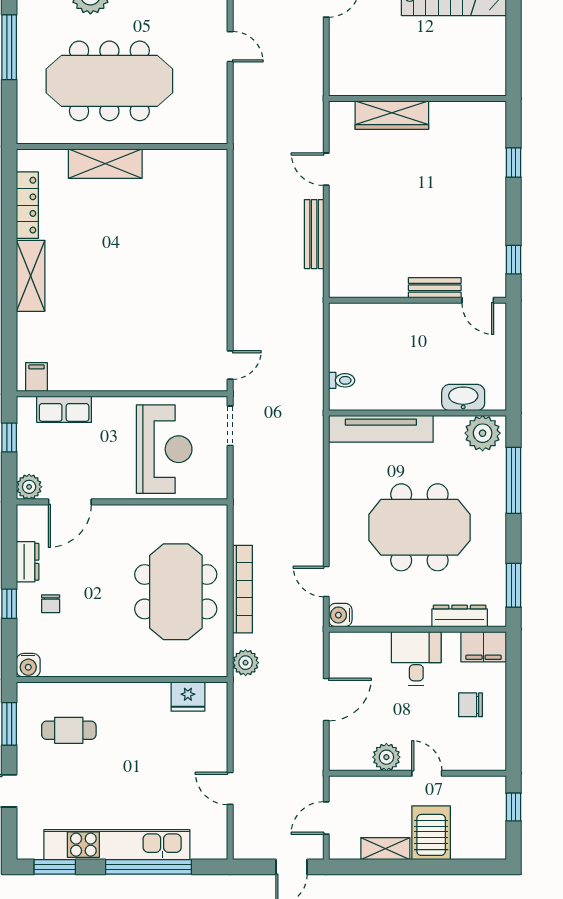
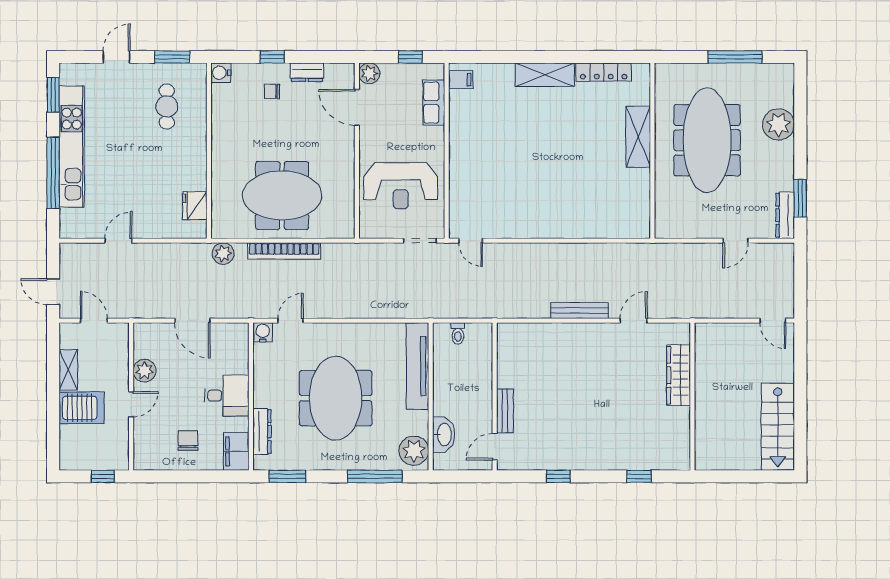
bench: (435, 288) -> (505, 411), moved
wall: (417, 300) -> (495, 396), moved
door: (478, 300) -> (495, 447), moved

